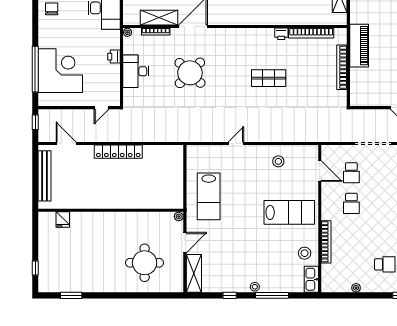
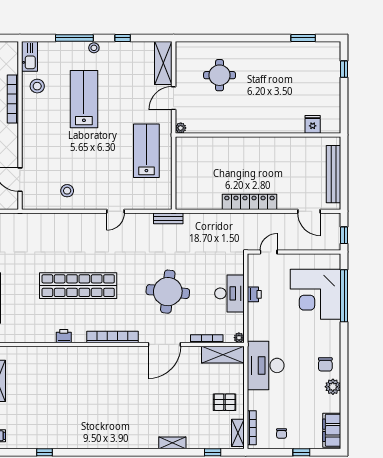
shelving: (159, 18) -> (223, 355), moved
bookcase: (311, 33) -> (113, 337), moved
printer: (114, 57) -> (254, 294), moved
round table: (190, 73) -> (168, 292), turned -38
shop shelf: (269, 78) -> (78, 286), width x2.00, depth x1.36
bench: (189, 137) -> (168, 218), added
lab bench: (289, 212) -> (84, 99), moved, turned 90
round table: (145, 263) -> (220, 75), width x0.73, depth x0.73

